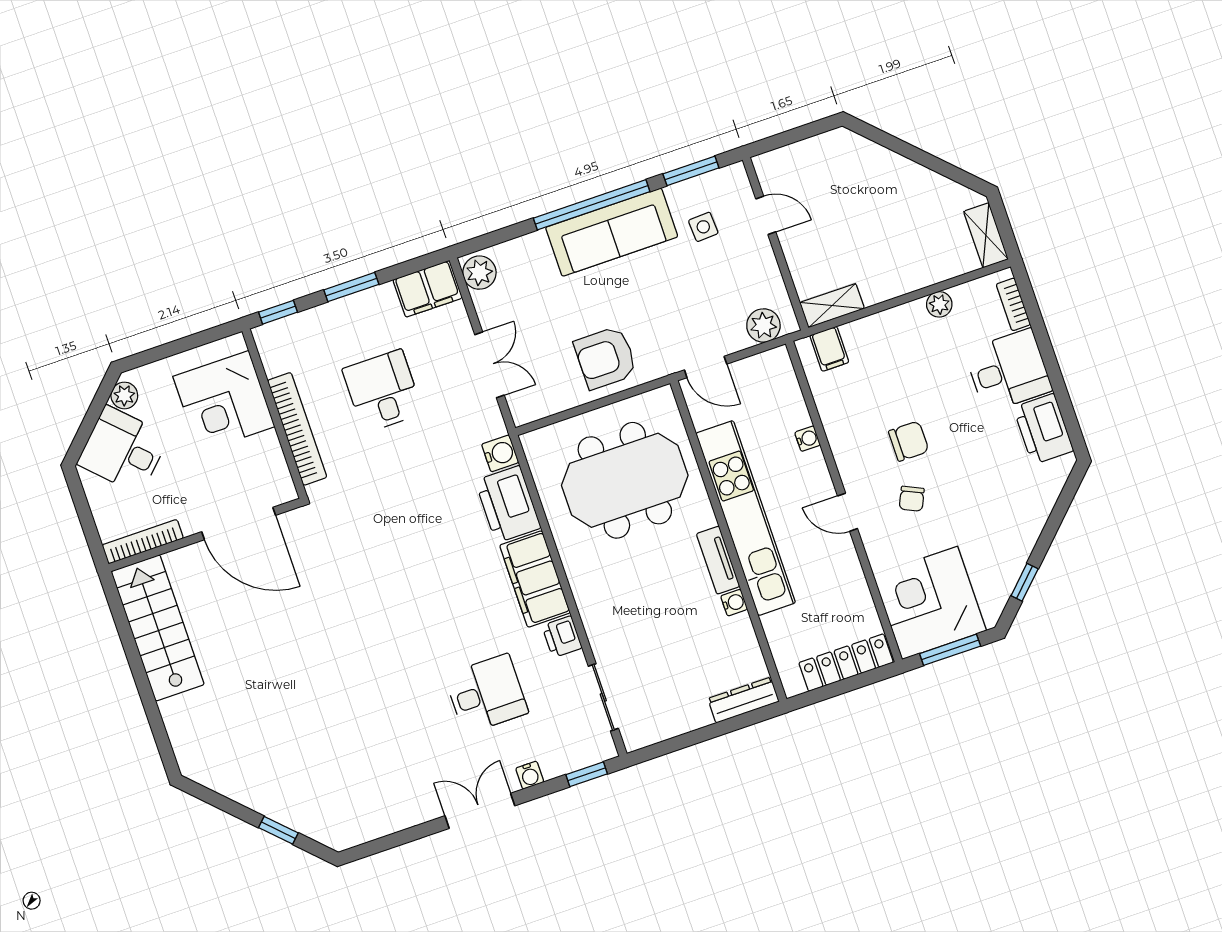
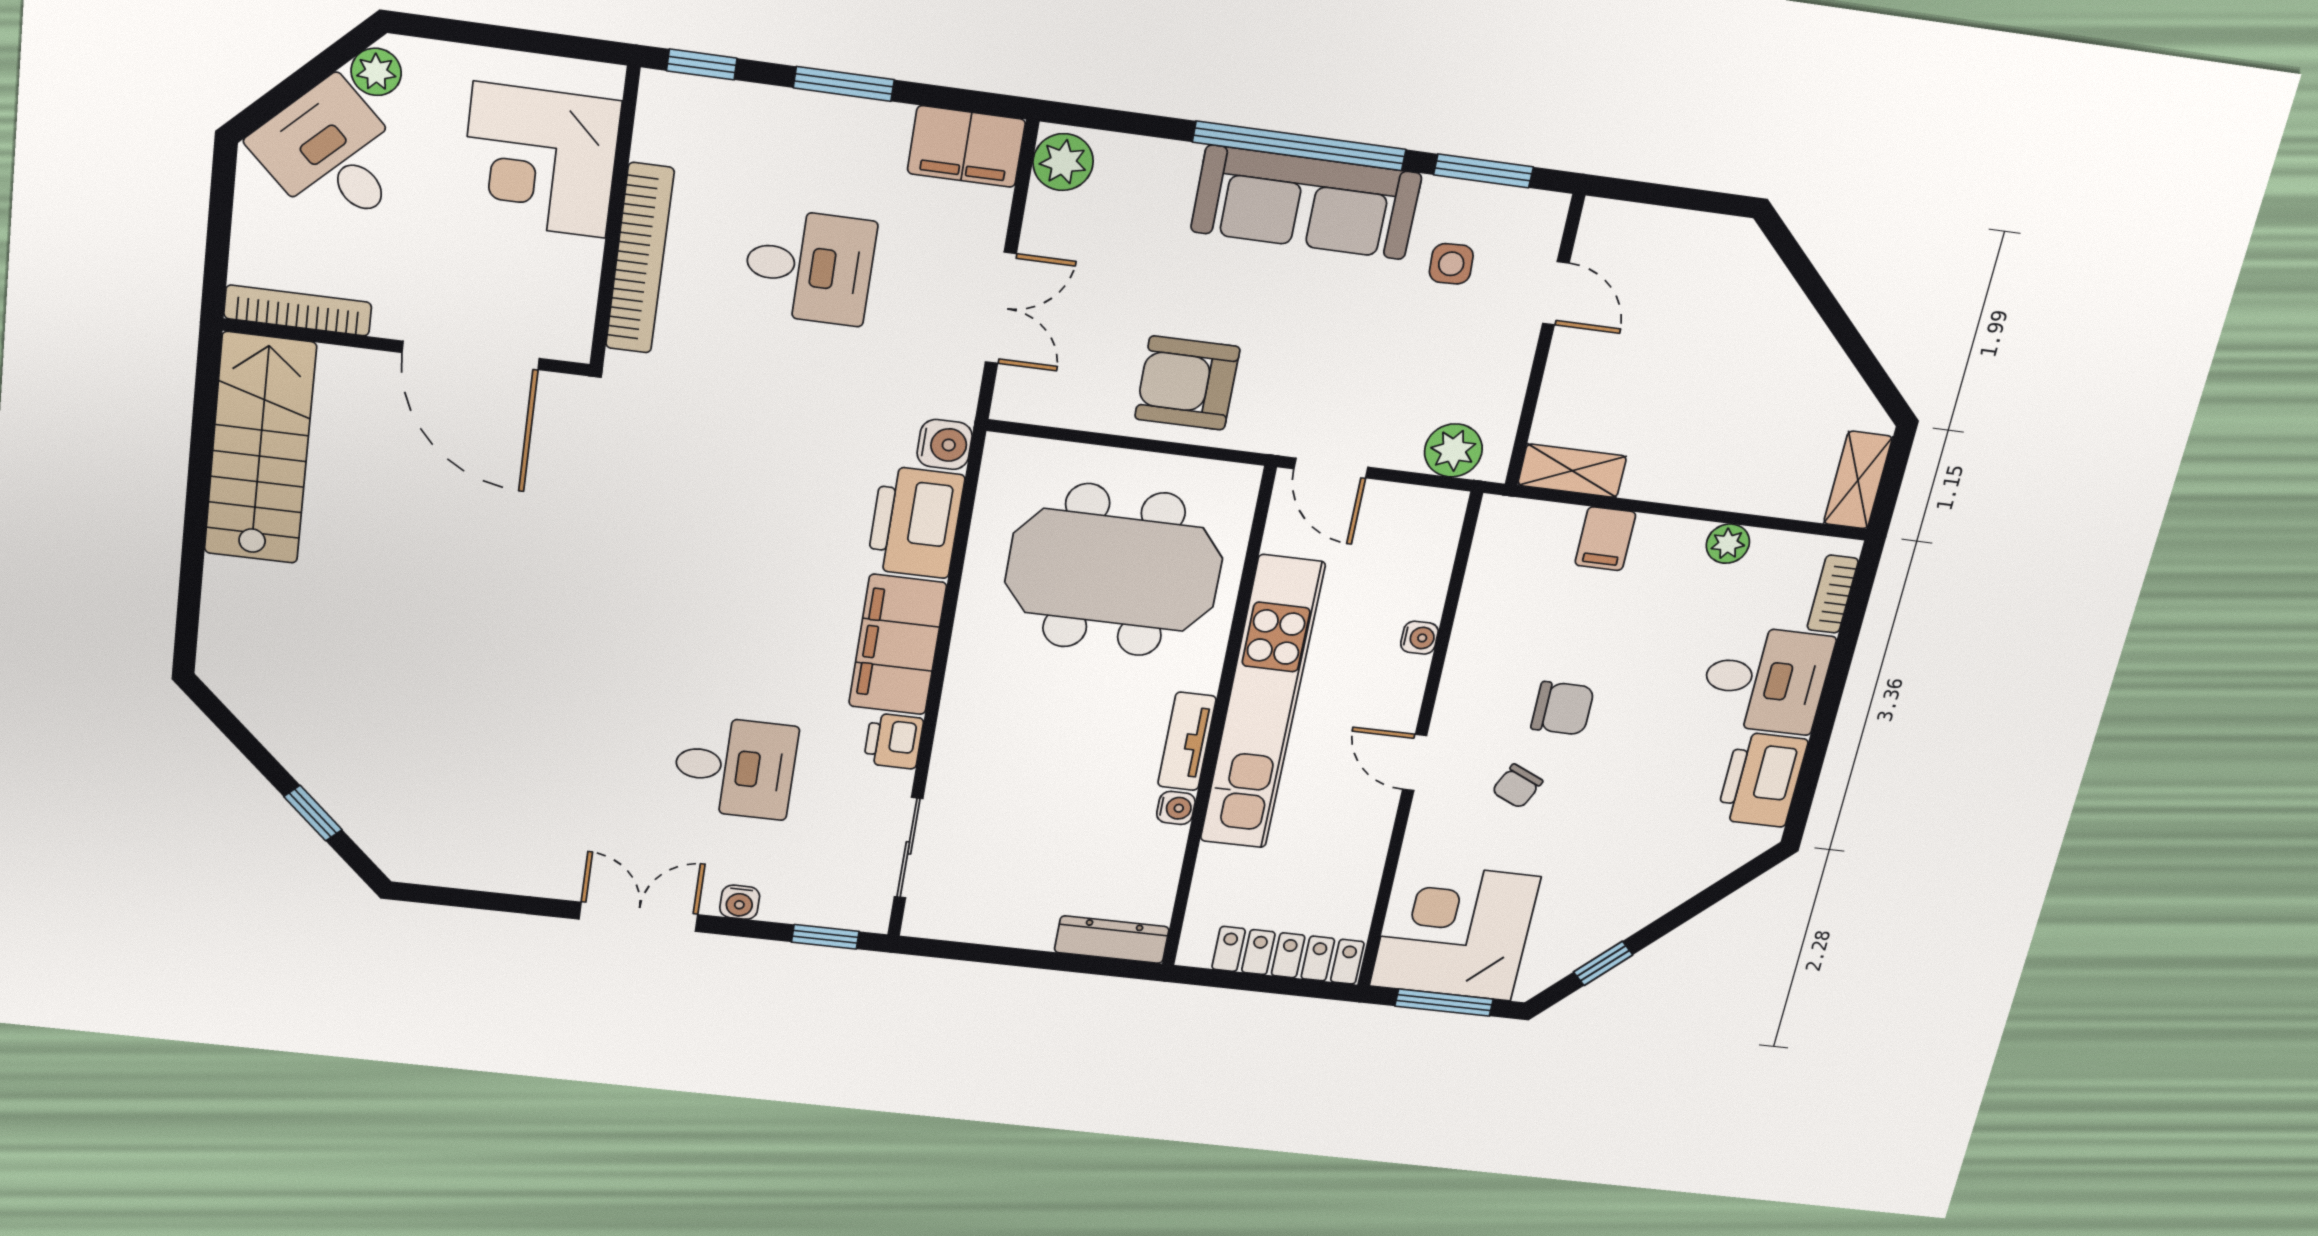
filing cabinet: (829, 349) -> (1605, 539), moved
desk: (383, 391) -> (809, 267), turned 90

